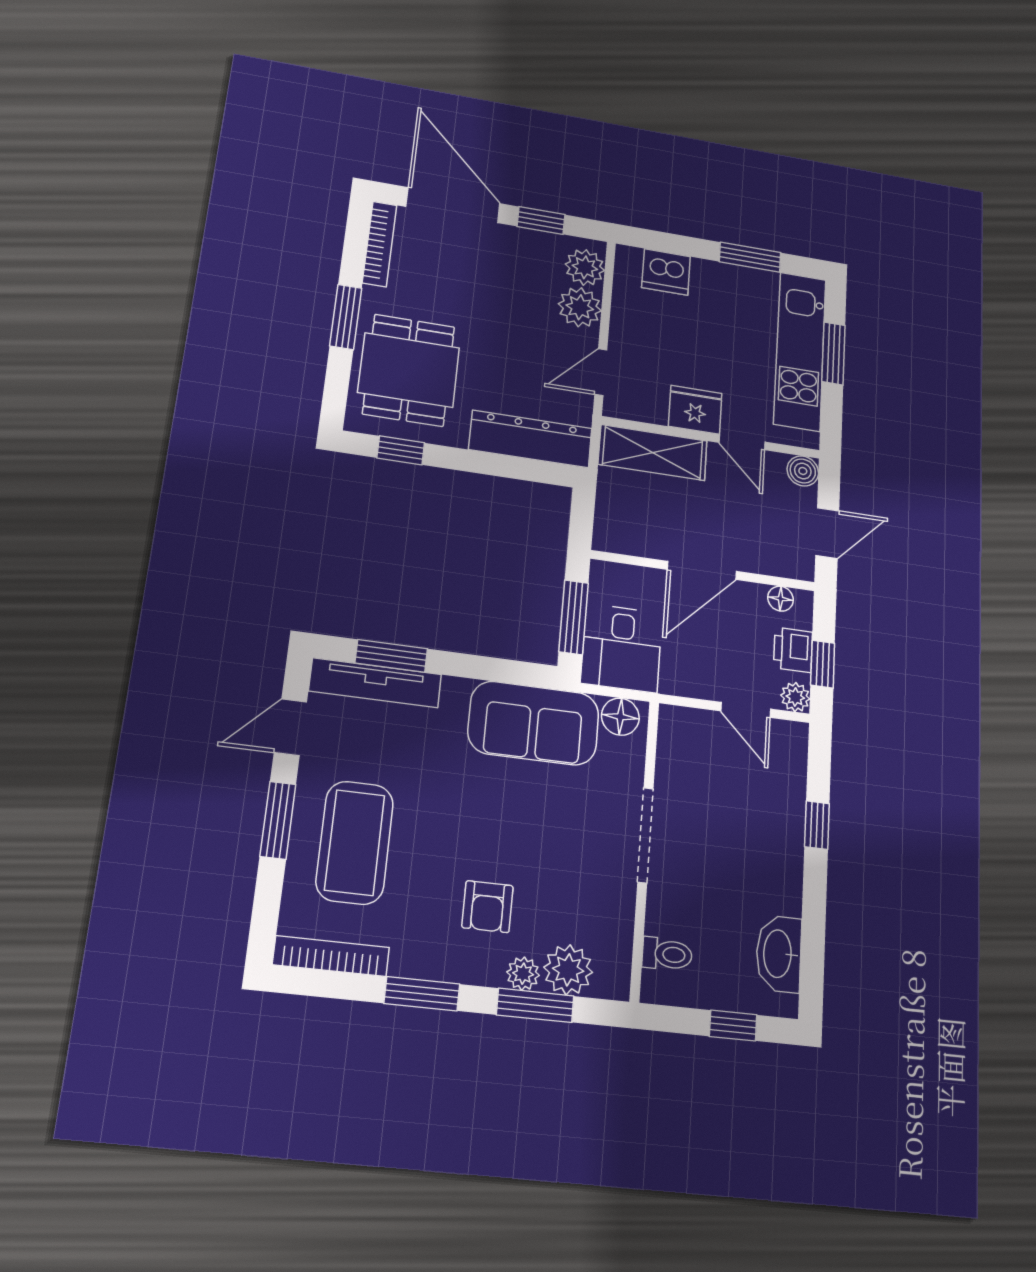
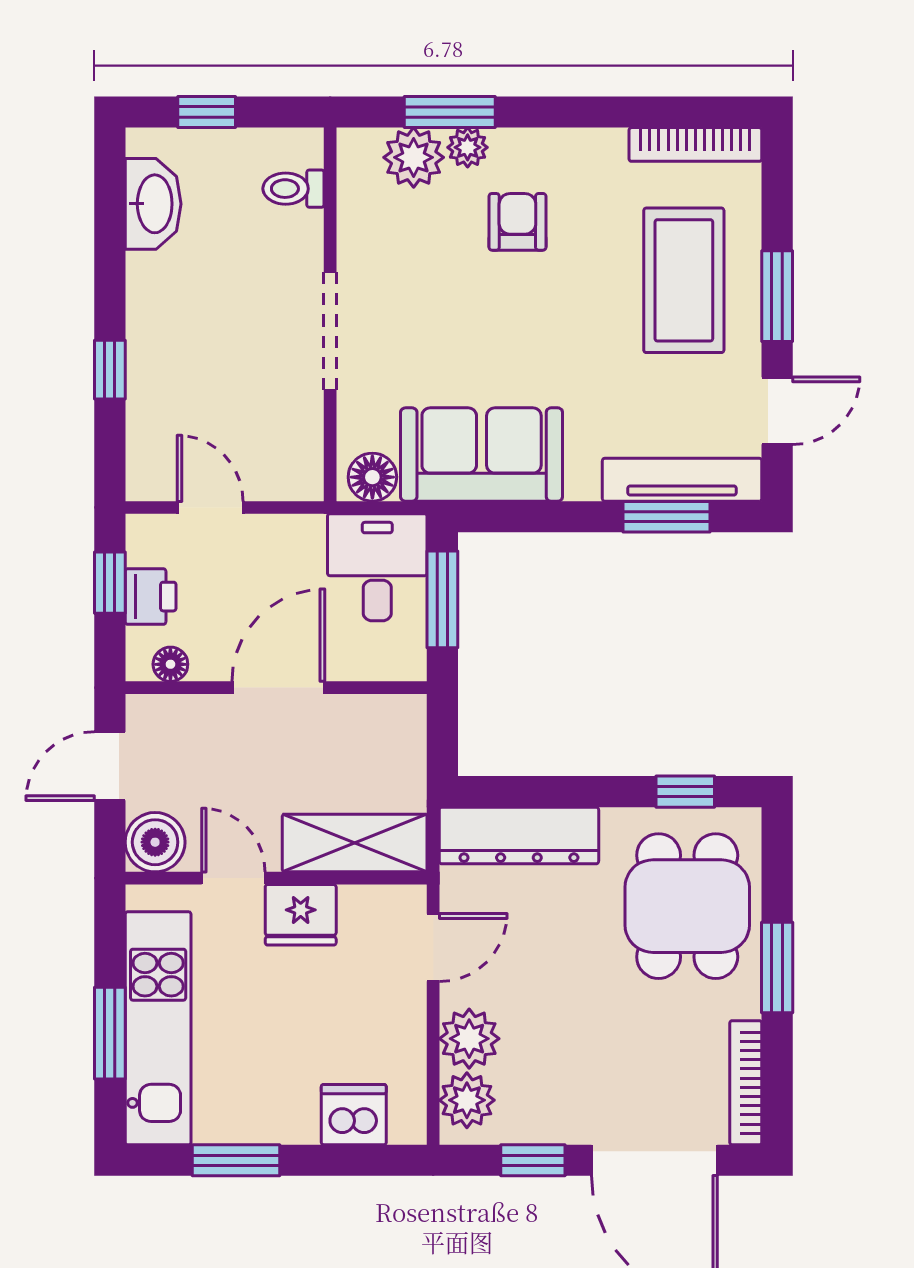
boiler: (803, 471) -> (155, 842), width x1.36, depth x1.36
plant: (795, 697) -> (145, 533), removed
window: (422, 994) -> (585, 112), removed

